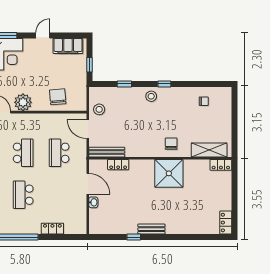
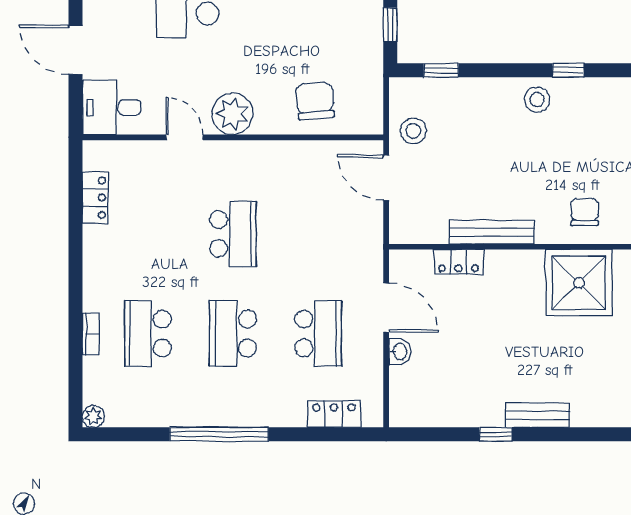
window: (124, 84) -> (441, 70), moved
bench: (107, 152) -> (492, 232), moved
school desk: (59, 153) -> (318, 334), moved, turned 180
locker: (52, 229) -> (334, 414), moved

